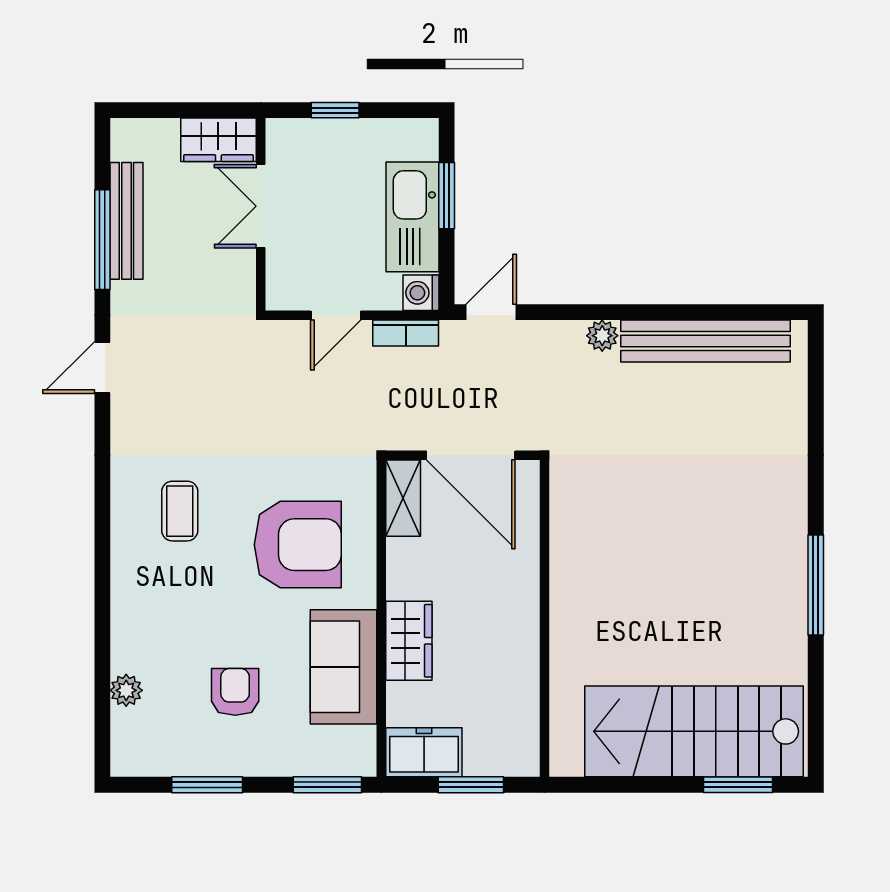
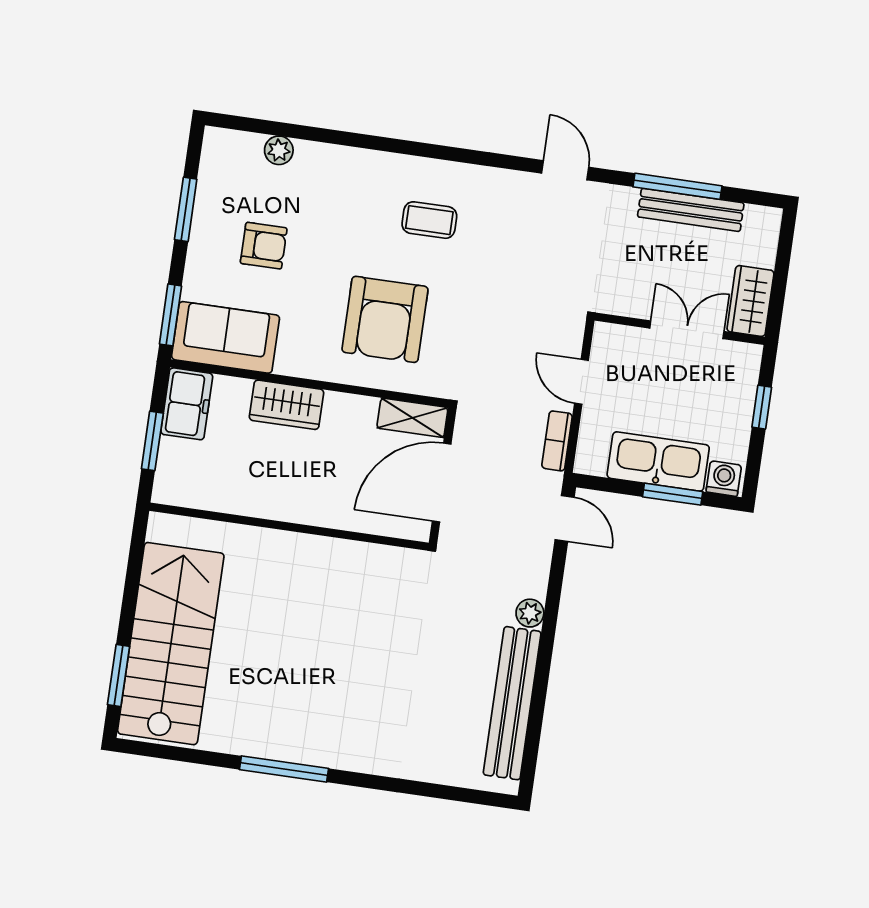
washing machine: (421, 293) -> (724, 479), moved
sofa: (344, 667) -> (226, 337), moved

